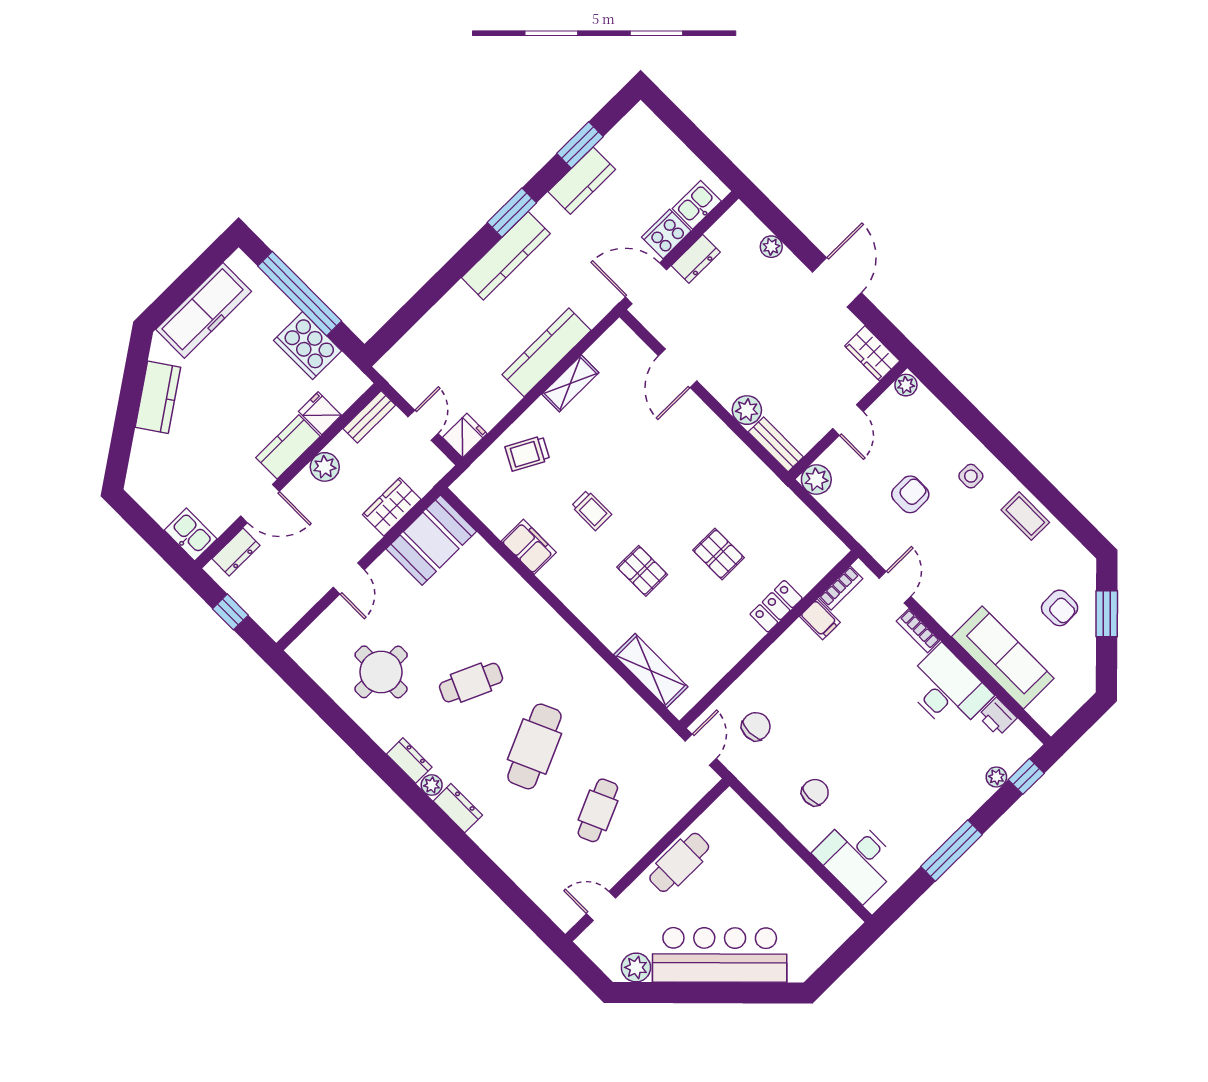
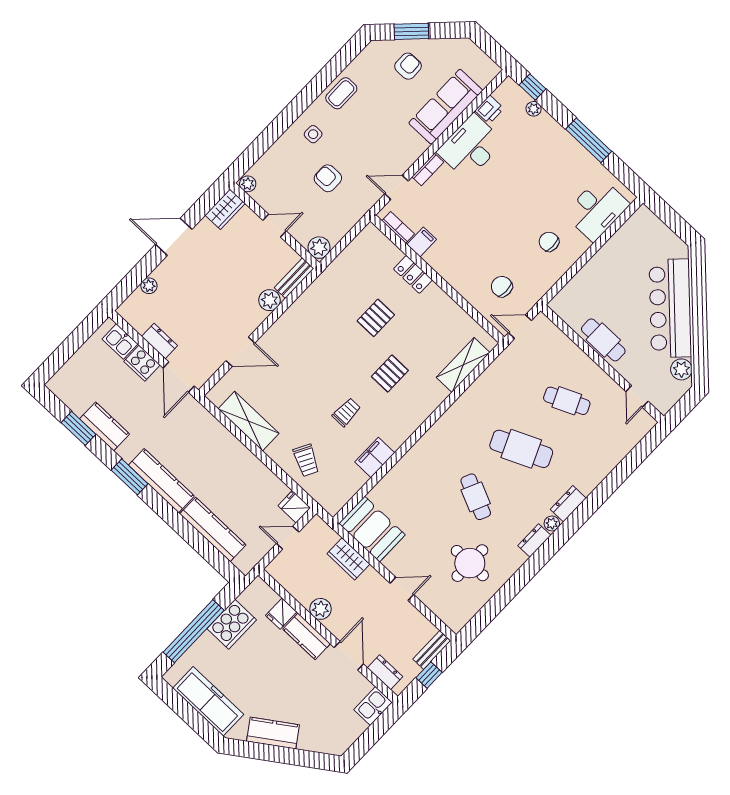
kitchen counter: (546, 352) -> (213, 529), moved, turned 180
shelving: (570, 383) -> (249, 421), width x1.50, depth x1.33
bench: (369, 417) -> (432, 650), moved, turned 90

